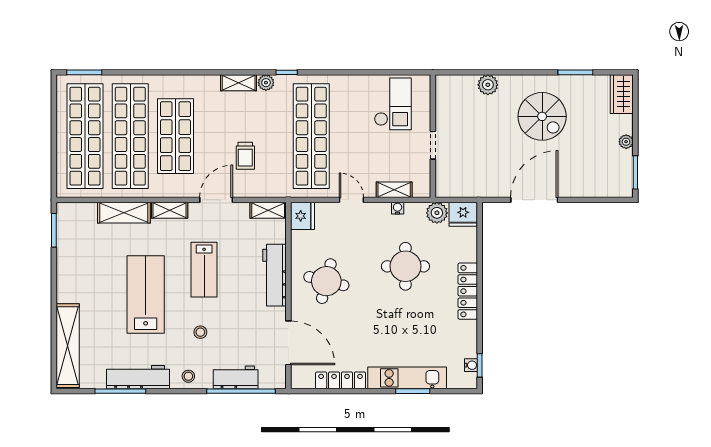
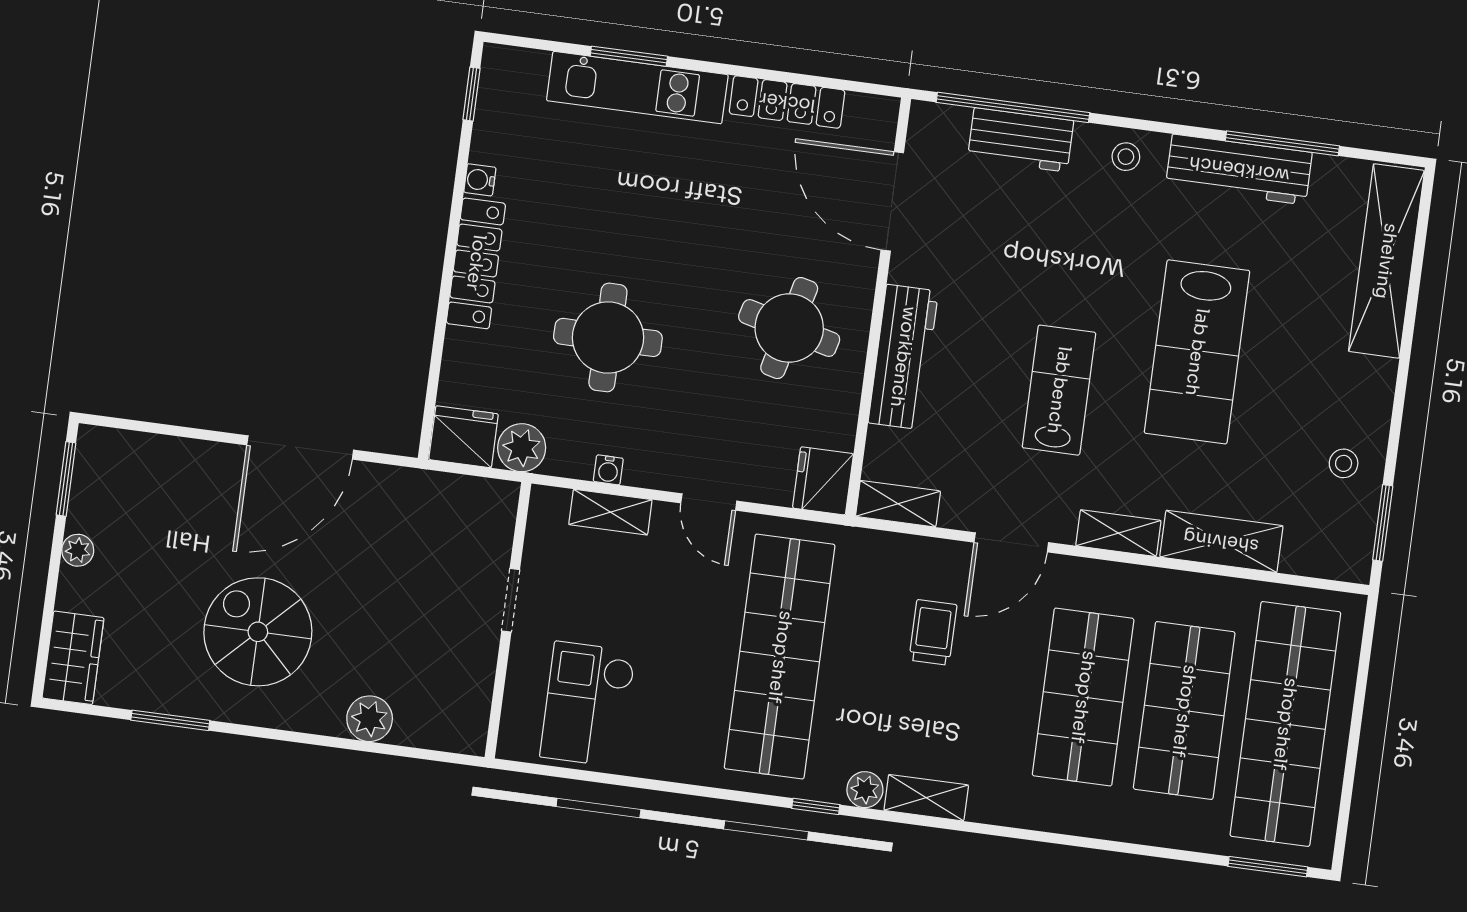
shop shelf: (130, 136) -> (1184, 711), width x0.71
stool: (200, 332) -> (1344, 463), moved
water cooler: (471, 365) -> (480, 180), moved

